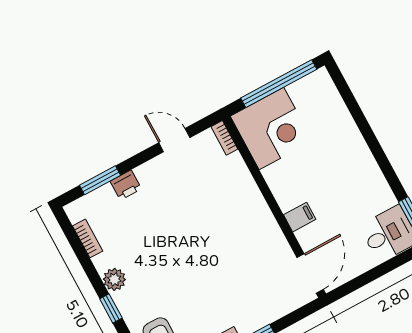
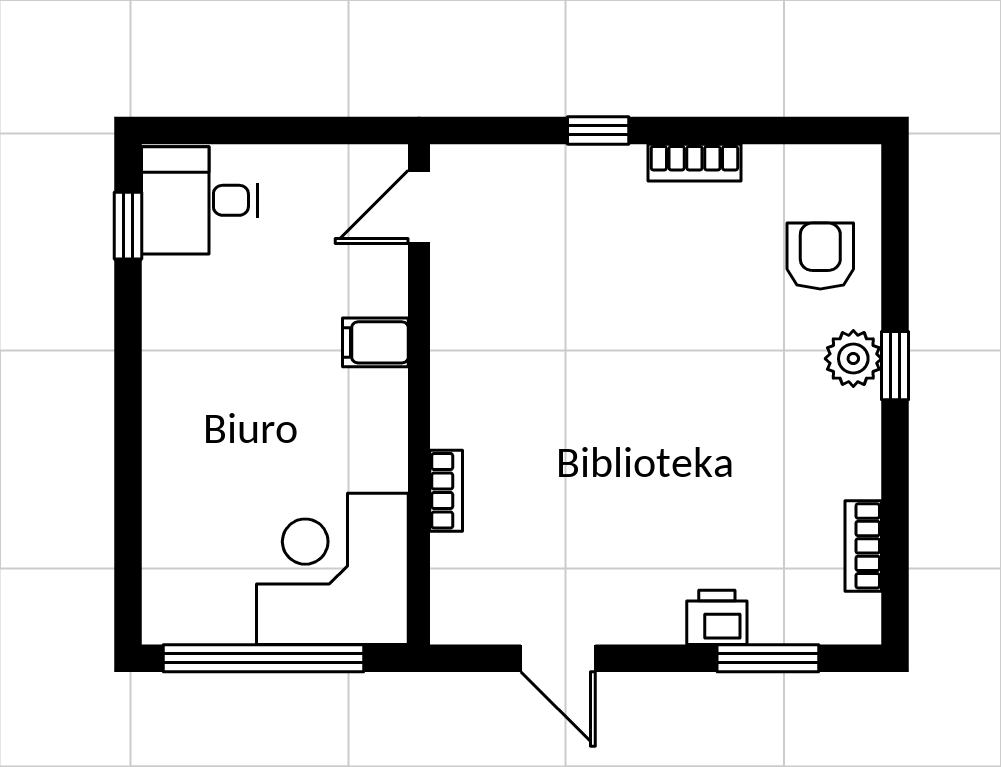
bookcase: (224, 138) -> (446, 491), moved
door: (310, 273) -> (419, 207), width x0.73
plant: (114, 279) -> (853, 359), moved

